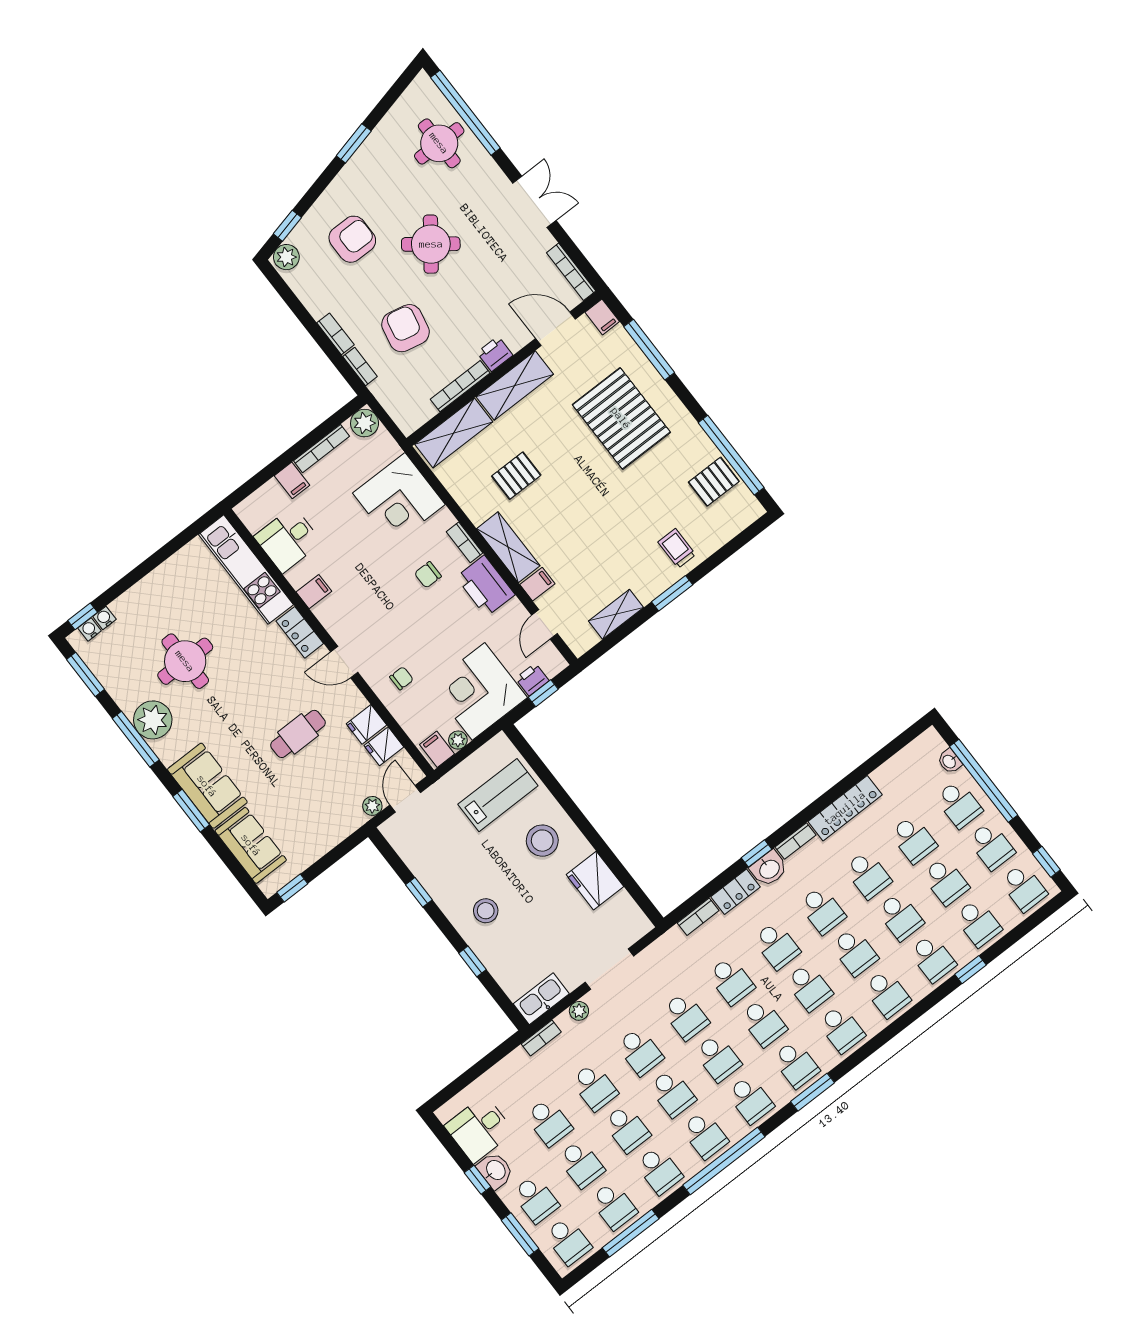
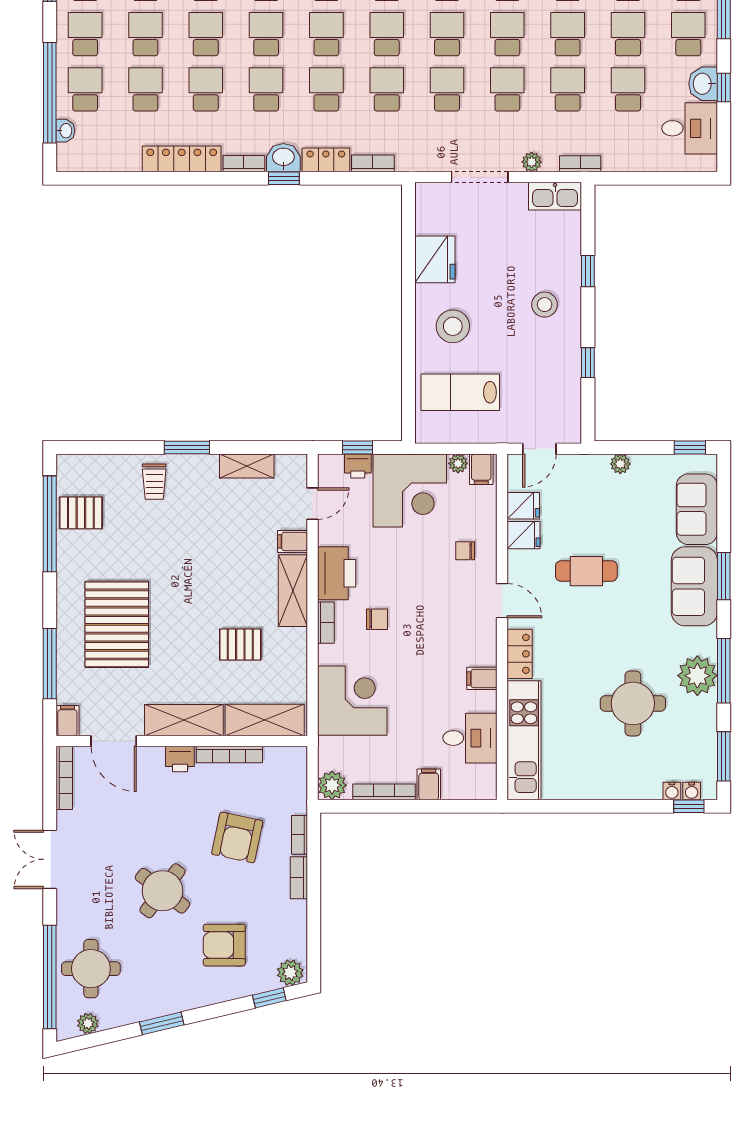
plant: (409, 100) -> (88, 1023), added
plant: (372, 806) -> (620, 464), moved

